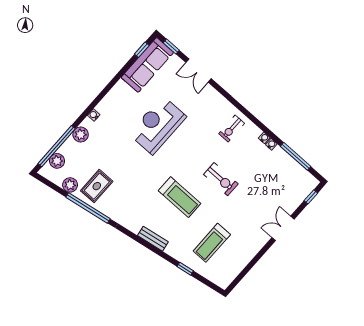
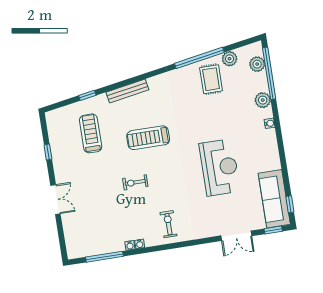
double door: (199, 71) -> (236, 236), swing flipped
exercise bike: (221, 179) -> (135, 182), width x0.73, depth x0.72
window: (311, 197) -> (48, 152), moved
bench: (153, 239) -> (127, 91), width x1.36

